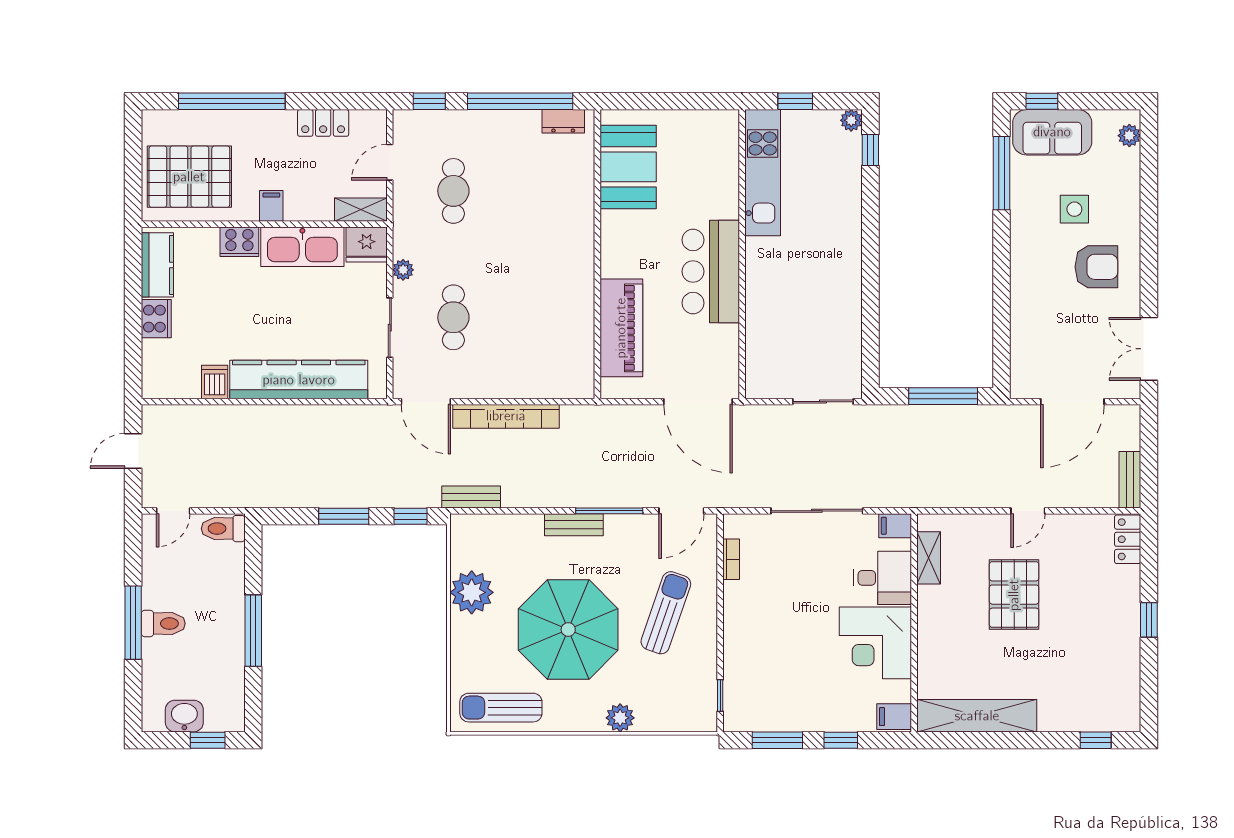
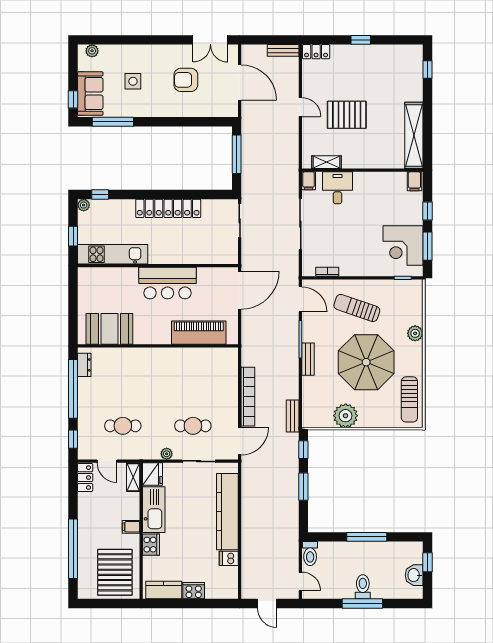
locker: (323, 123) -> (85, 478), moved
armchair: (1096, 267) -> (186, 80), moved, turned -90
locker: (845, 273) -> (168, 208), added
corner desk: (875, 643) -> (403, 245), moved, turned 90

